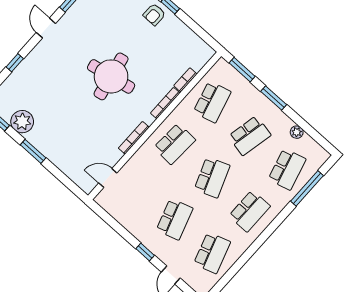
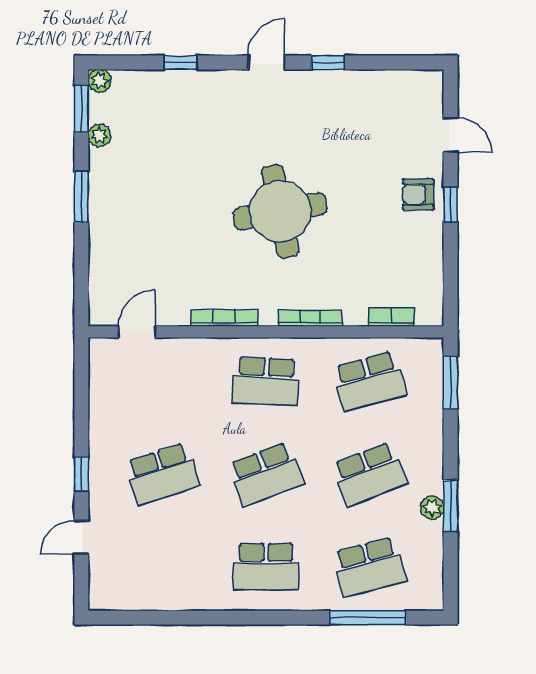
bookcase: (185, 80) -> (391, 317), moved
window: (274, 98) -> (451, 506), moved
plant: (22, 122) -> (99, 135), width x0.53, depth x0.53
plant: (297, 132) -> (432, 508), moved
school desk: (250, 136) -> (369, 474), turned -33
door: (108, 178) -> (137, 332), hinge flipped
school desk: (212, 253) -> (162, 567), removed

